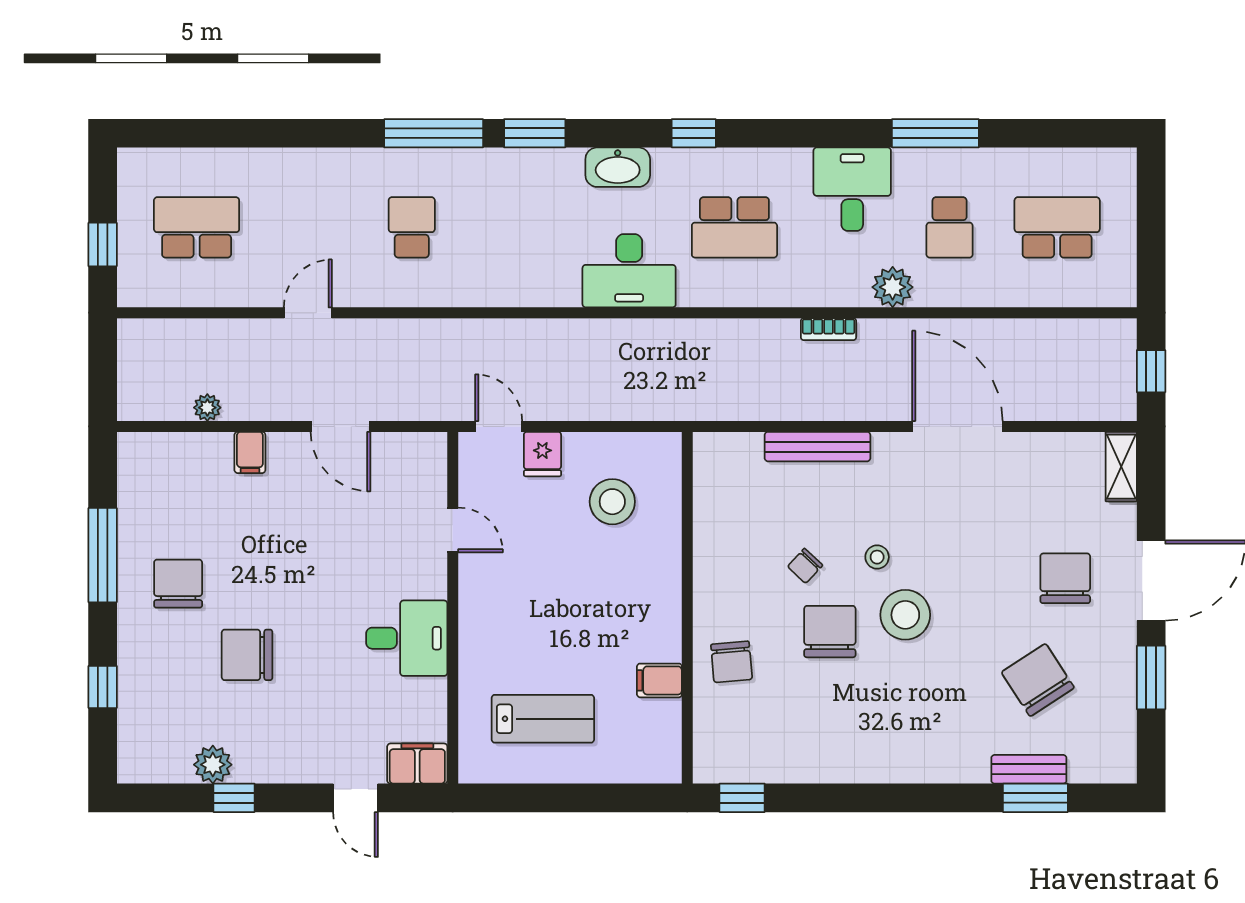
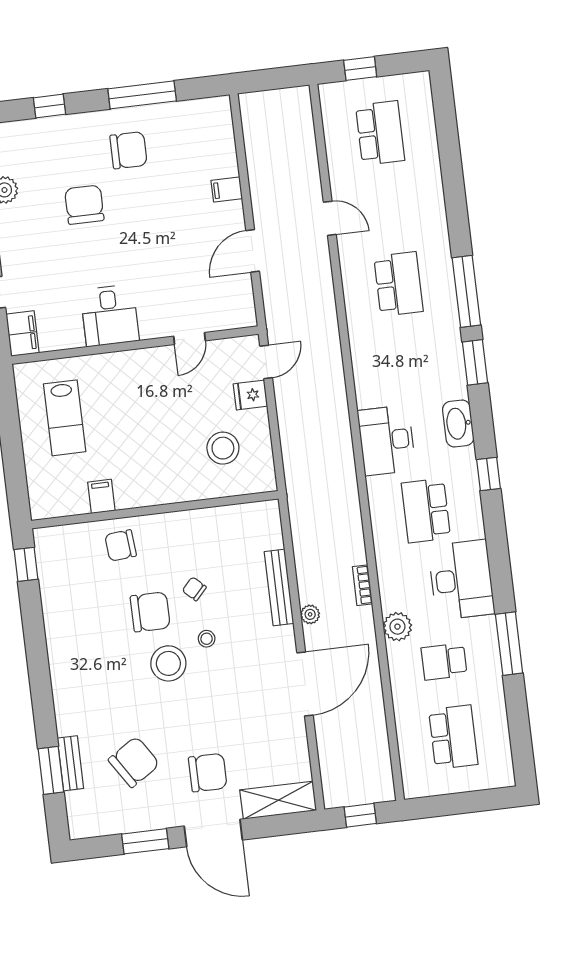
desk: (852, 189) -> (461, 580), width x1.37
school desk: (412, 227) -> (398, 284), width x1.85
plant: (207, 408) -> (310, 614), moved
shelving: (1121, 467) -> (278, 800), width x1.50, depth x1.33

